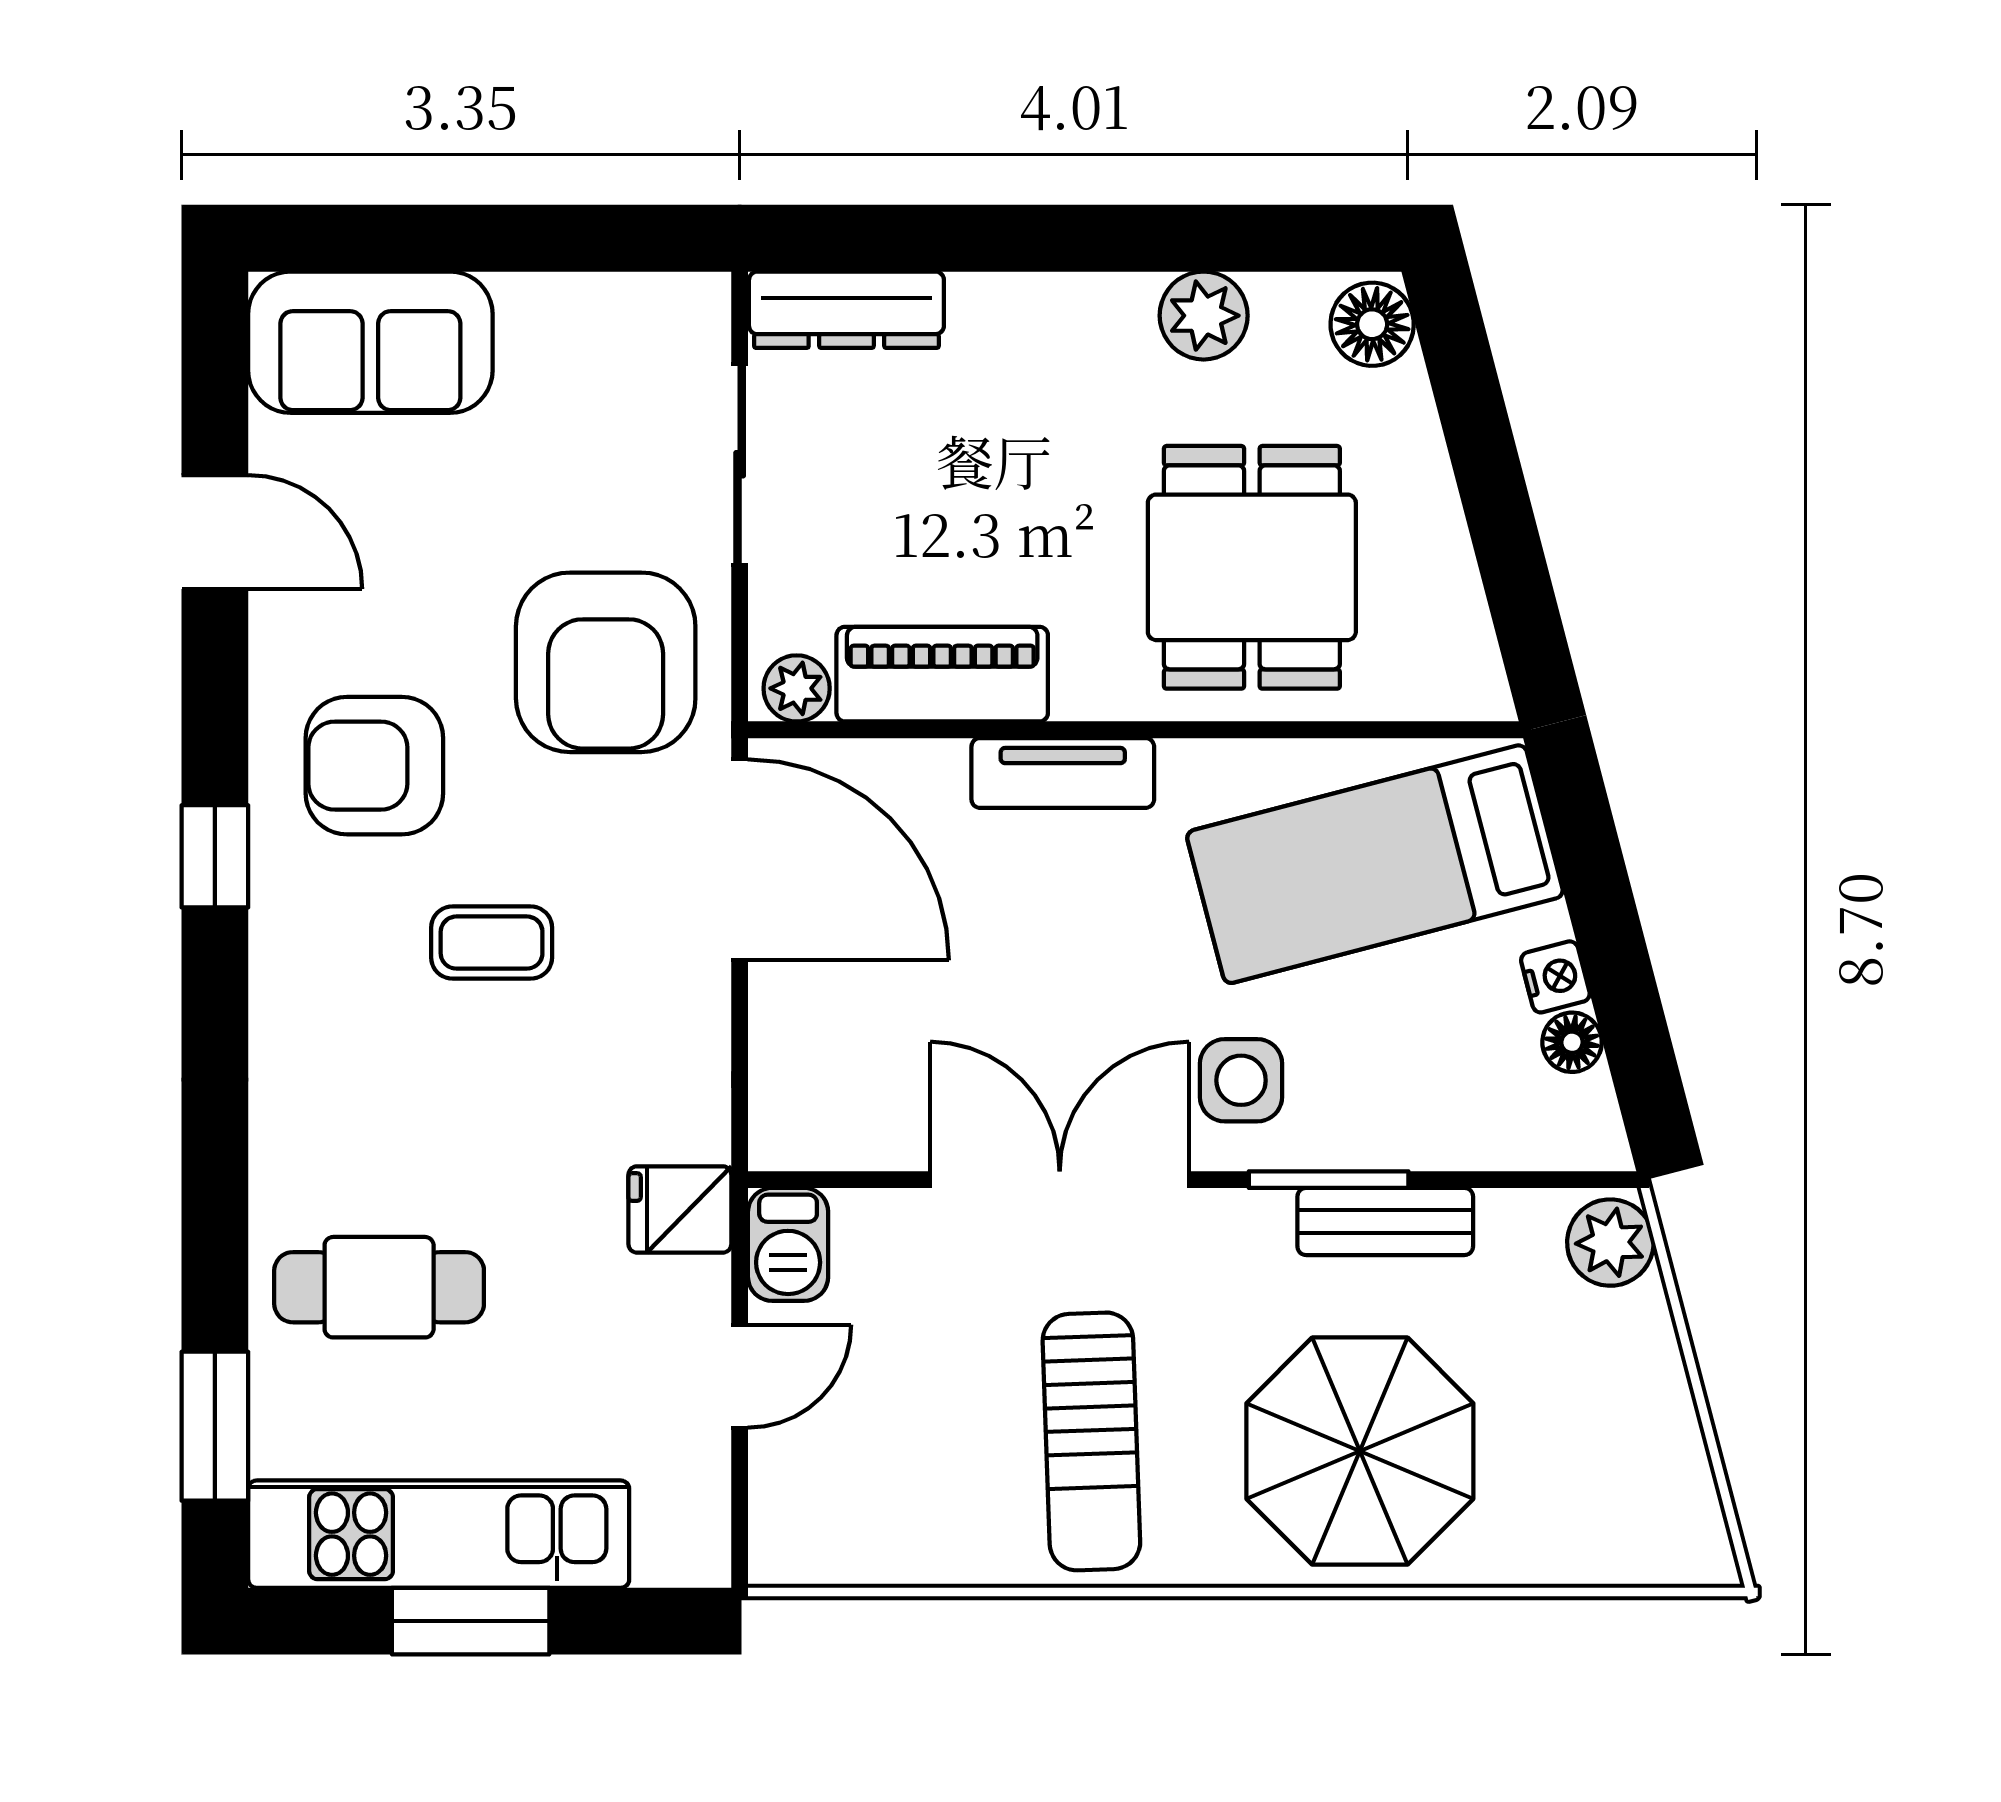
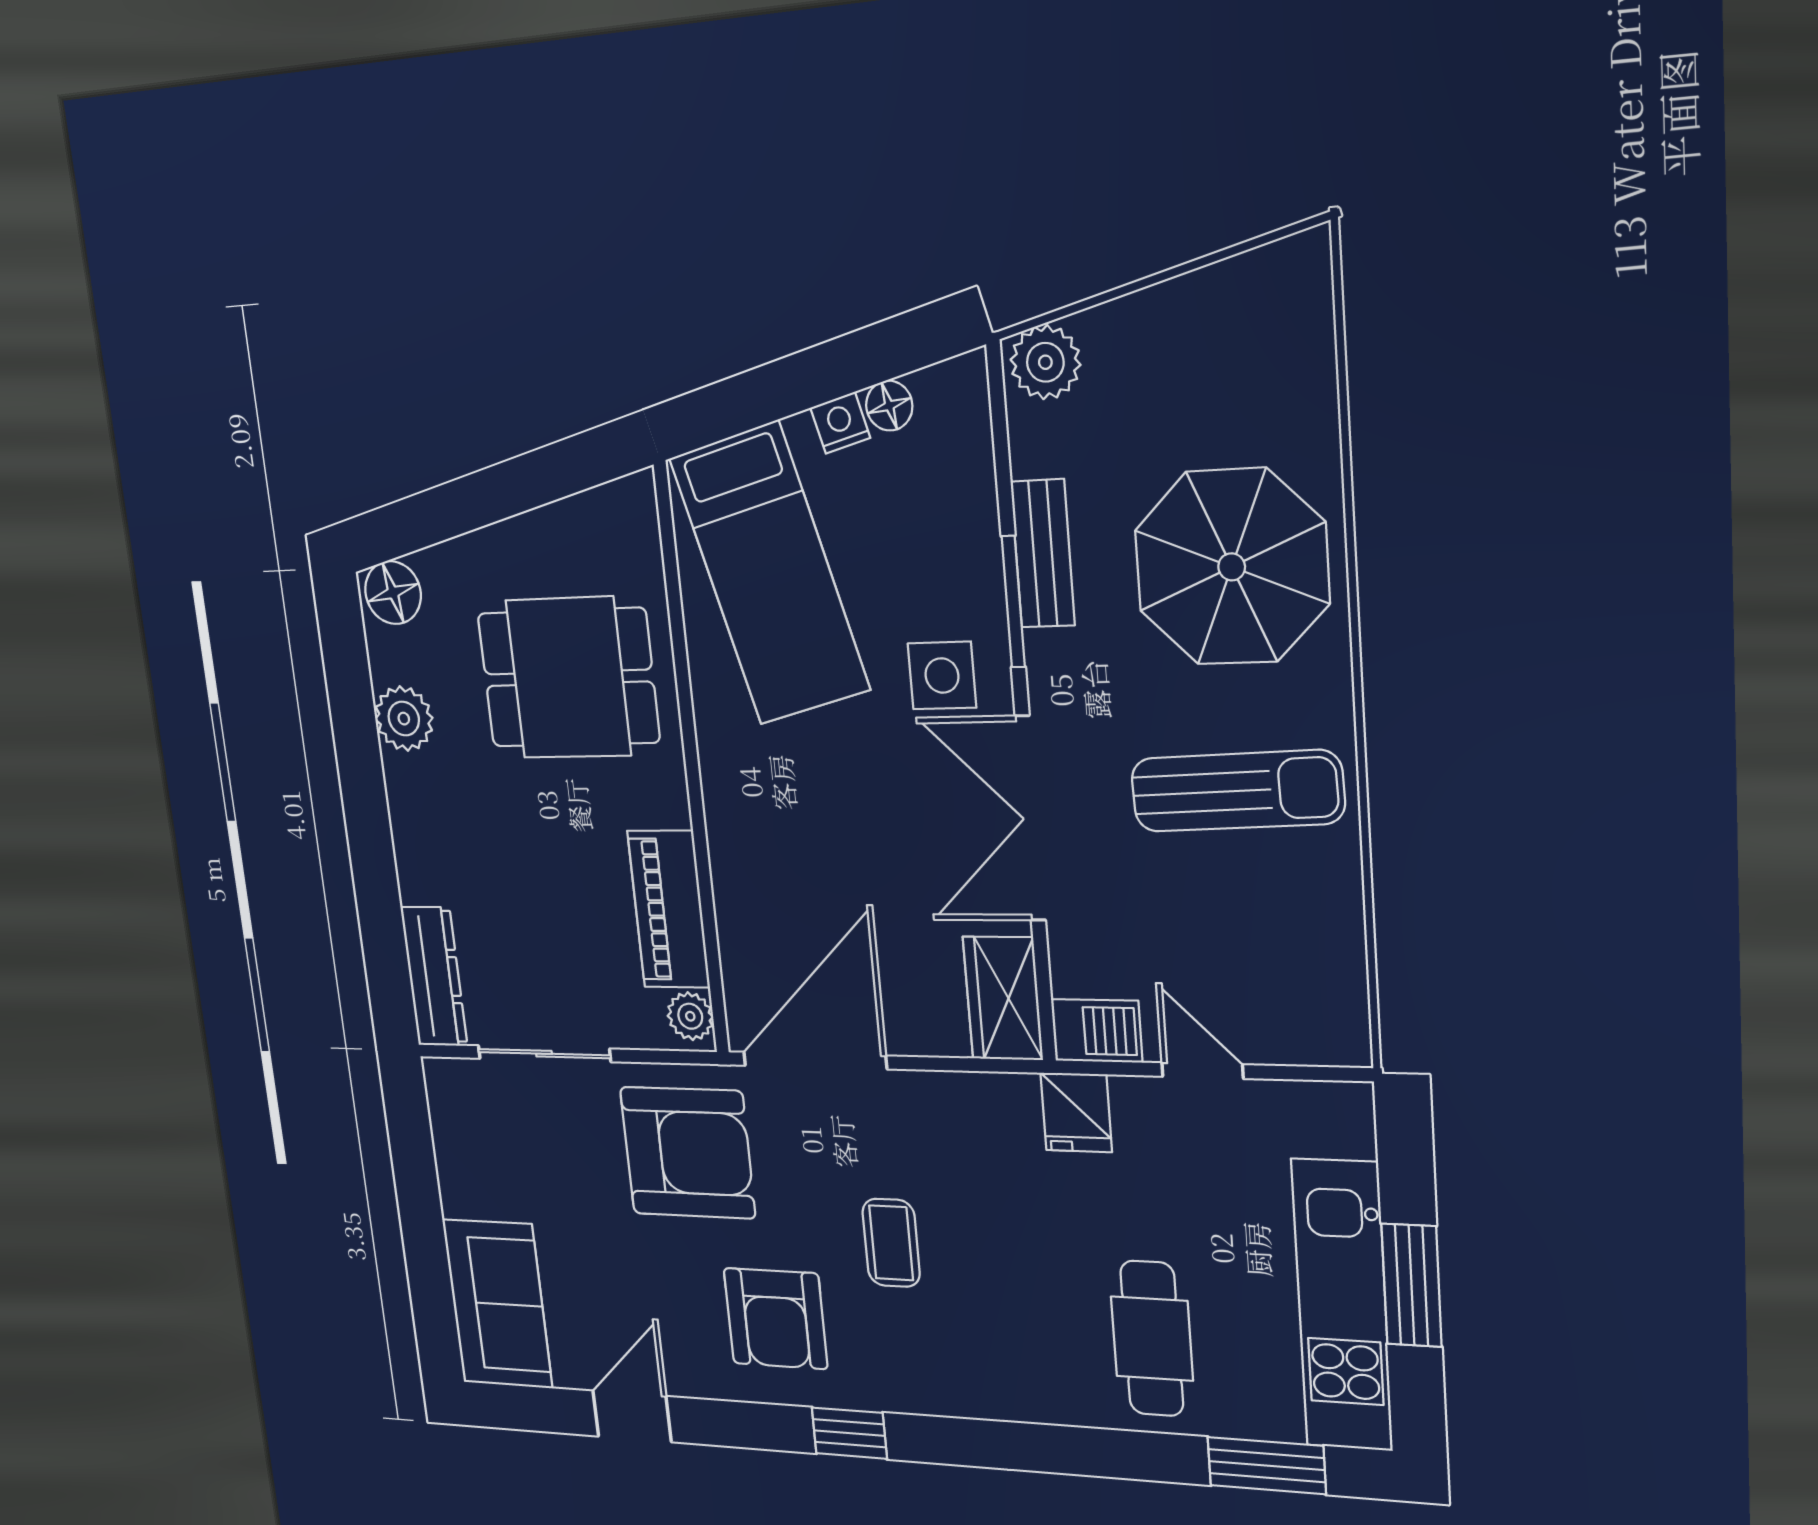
tv unit: (1063, 773) -> (728, 819), removed
wardrobe: (828, 1125) -> (1003, 998), added

